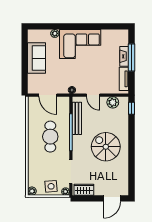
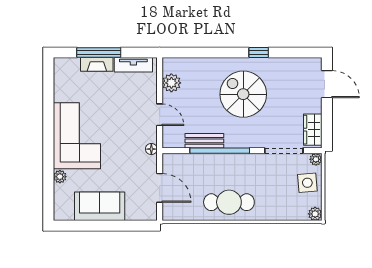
door: (48, 95) -> (160, 188), hinge flipped
door: (93, 95) -> (160, 115), hinge flipped
window: (131, 108) -> (259, 53), moved
bench: (77, 118) -> (204, 141), width x0.73
cafe table: (50, 137) -> (229, 202), moved
spiral stairs: (106, 147) -> (243, 94), turned 90

